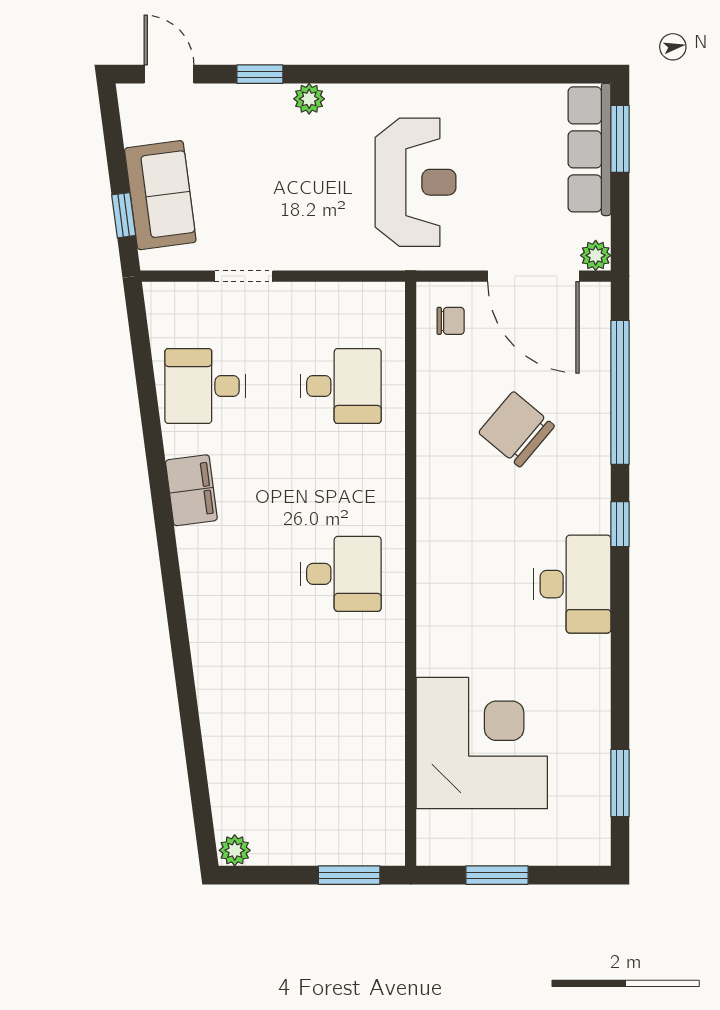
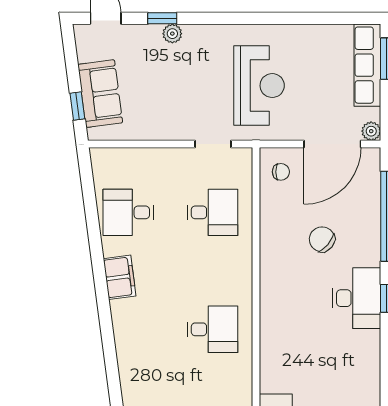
plant: (309, 99) -> (172, 34), moved
doorway: (244, 276) -> (213, 144), moved
door: (533, 276) -> (332, 144), hinge flipped
chair: (517, 429) -> (322, 239), width x0.73, depth x0.73
desk: (572, 584) -> (357, 298), moved

